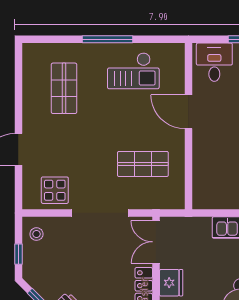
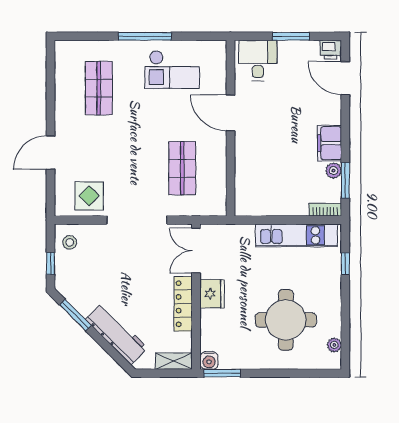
shop shelf: (143, 164) -> (182, 168), turned 90

